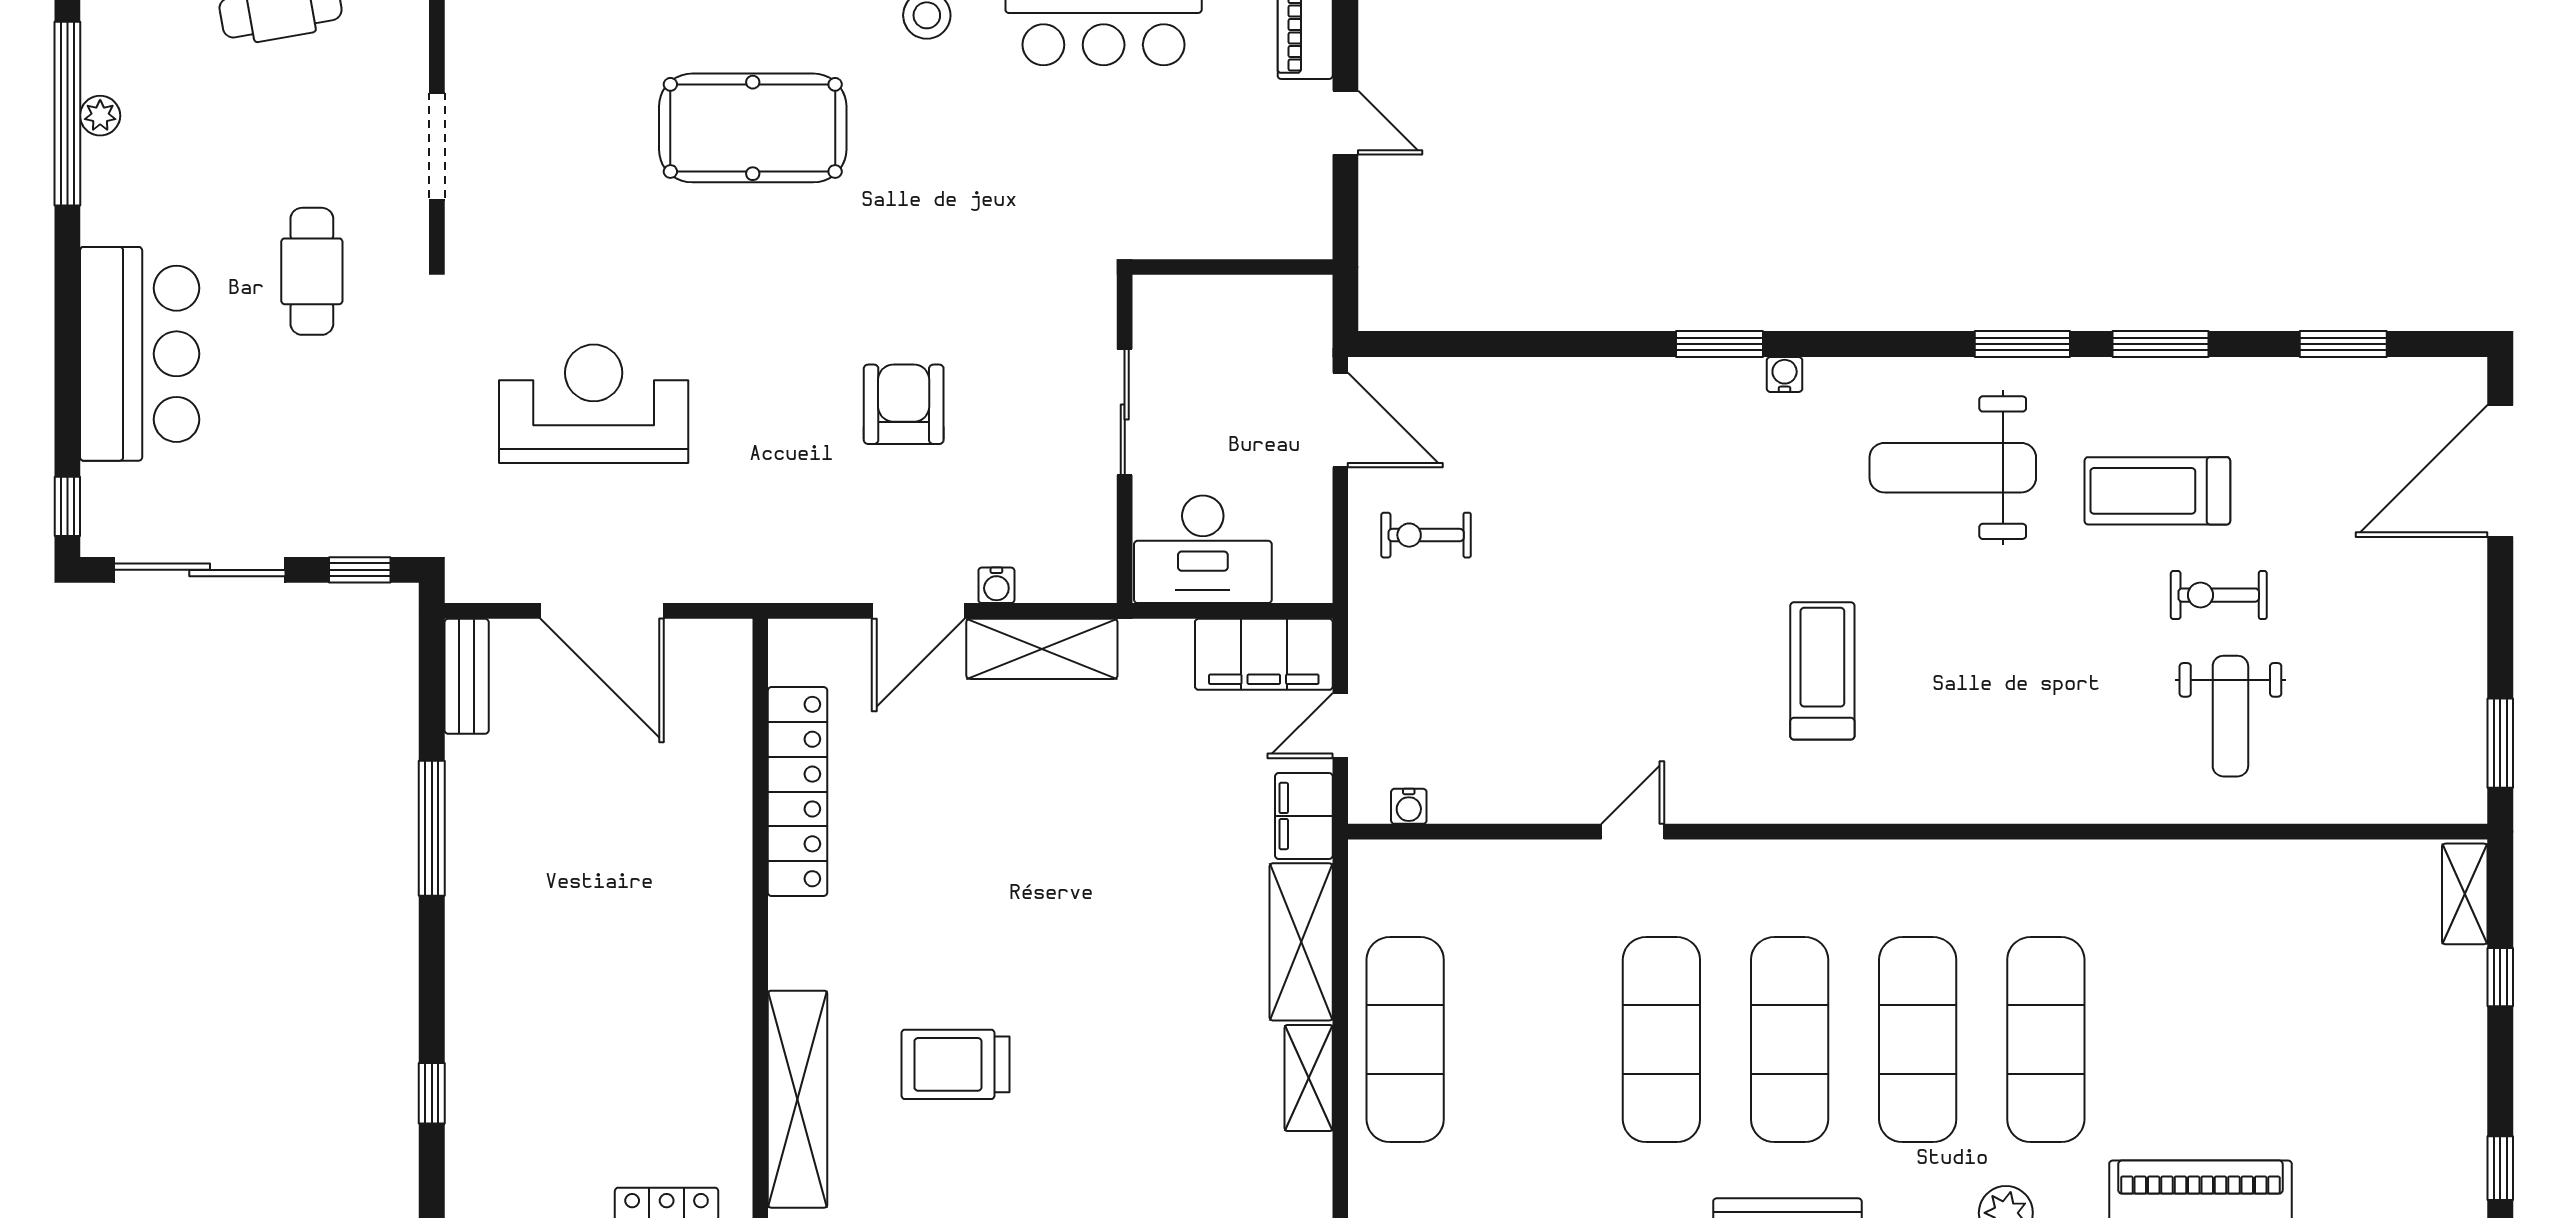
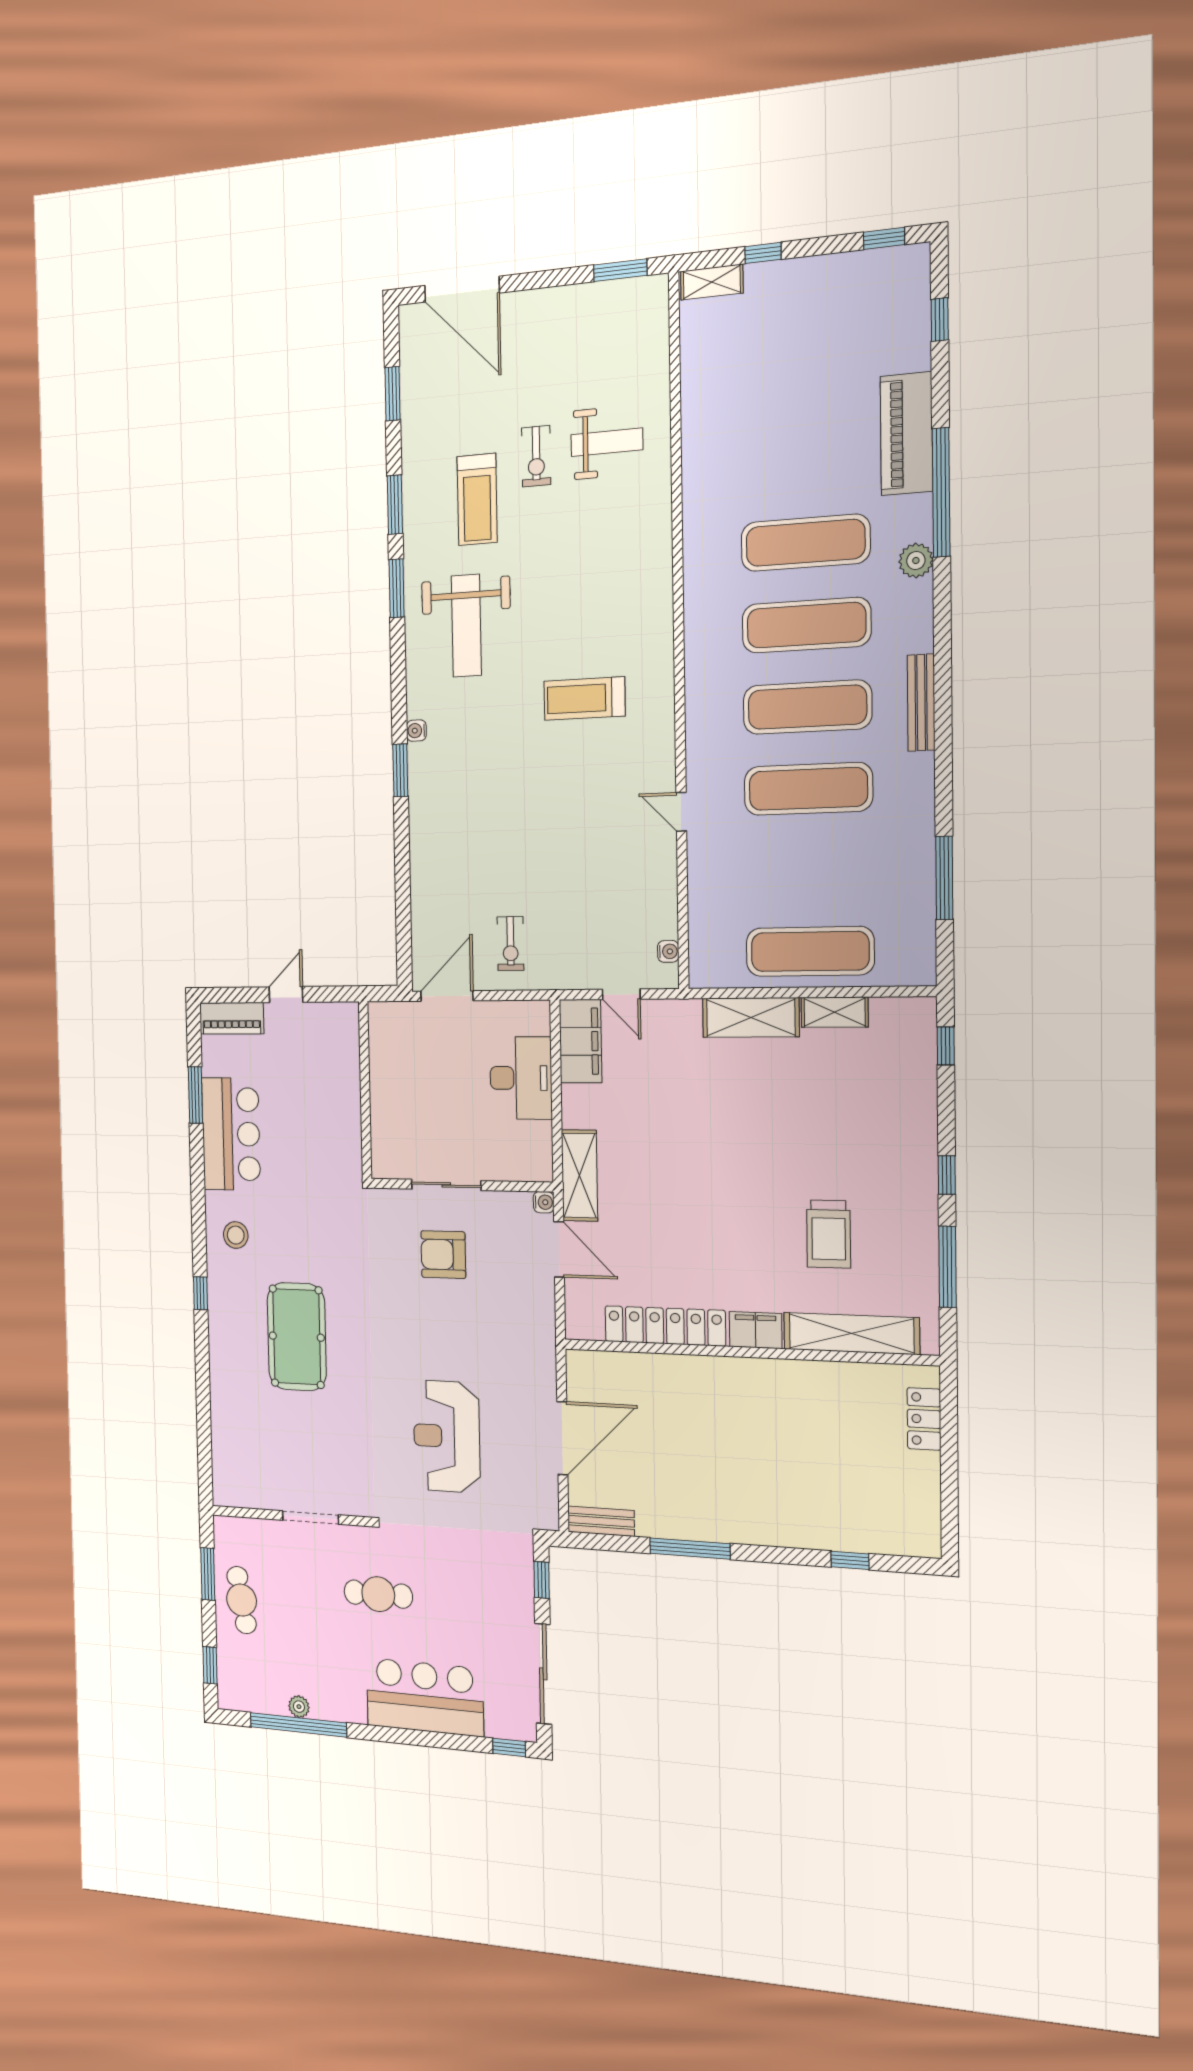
sliding door: (1125, 412) -> (446, 1185), moved
wall: (1125, 439) -> (461, 1185), moved
filing cabinet: (1304, 816) -> (756, 1330), moved, turned 180

